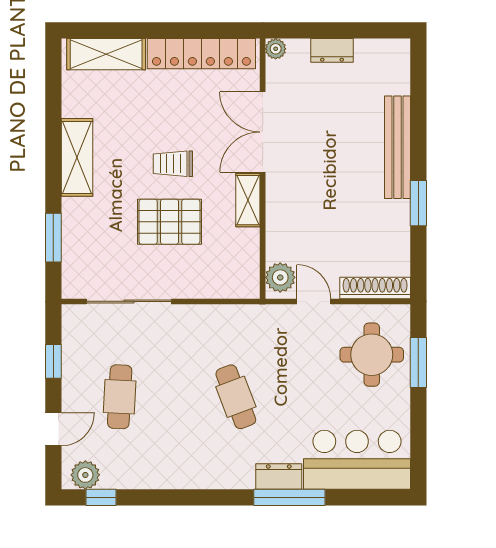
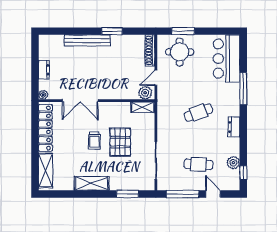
shelving: (248, 200) -> (143, 107), moved
window: (53, 361) -> (183, 194), width x2.17
plant: (85, 475) -> (233, 163), moved
dresser: (279, 477) -> (234, 127), moved

